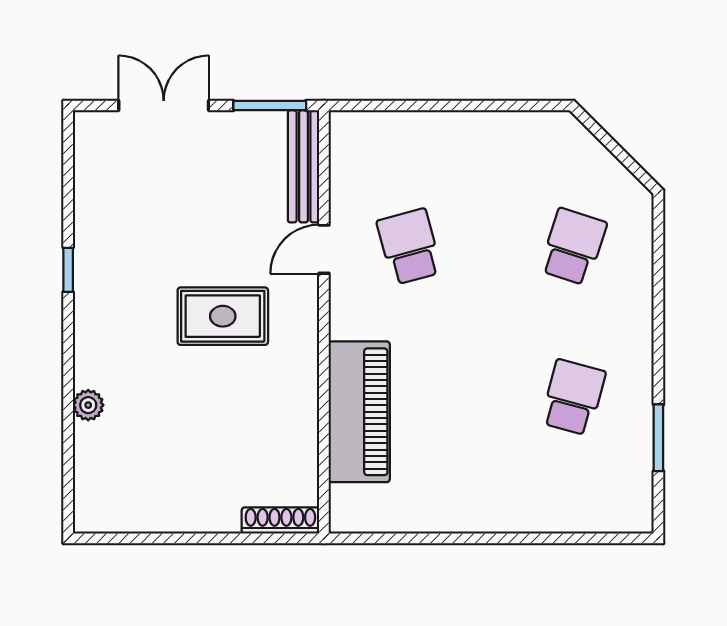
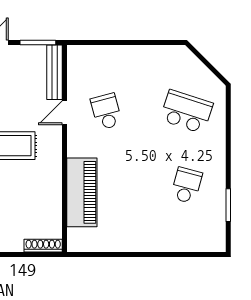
school desk: (573, 247) -> (187, 112), width x1.85

